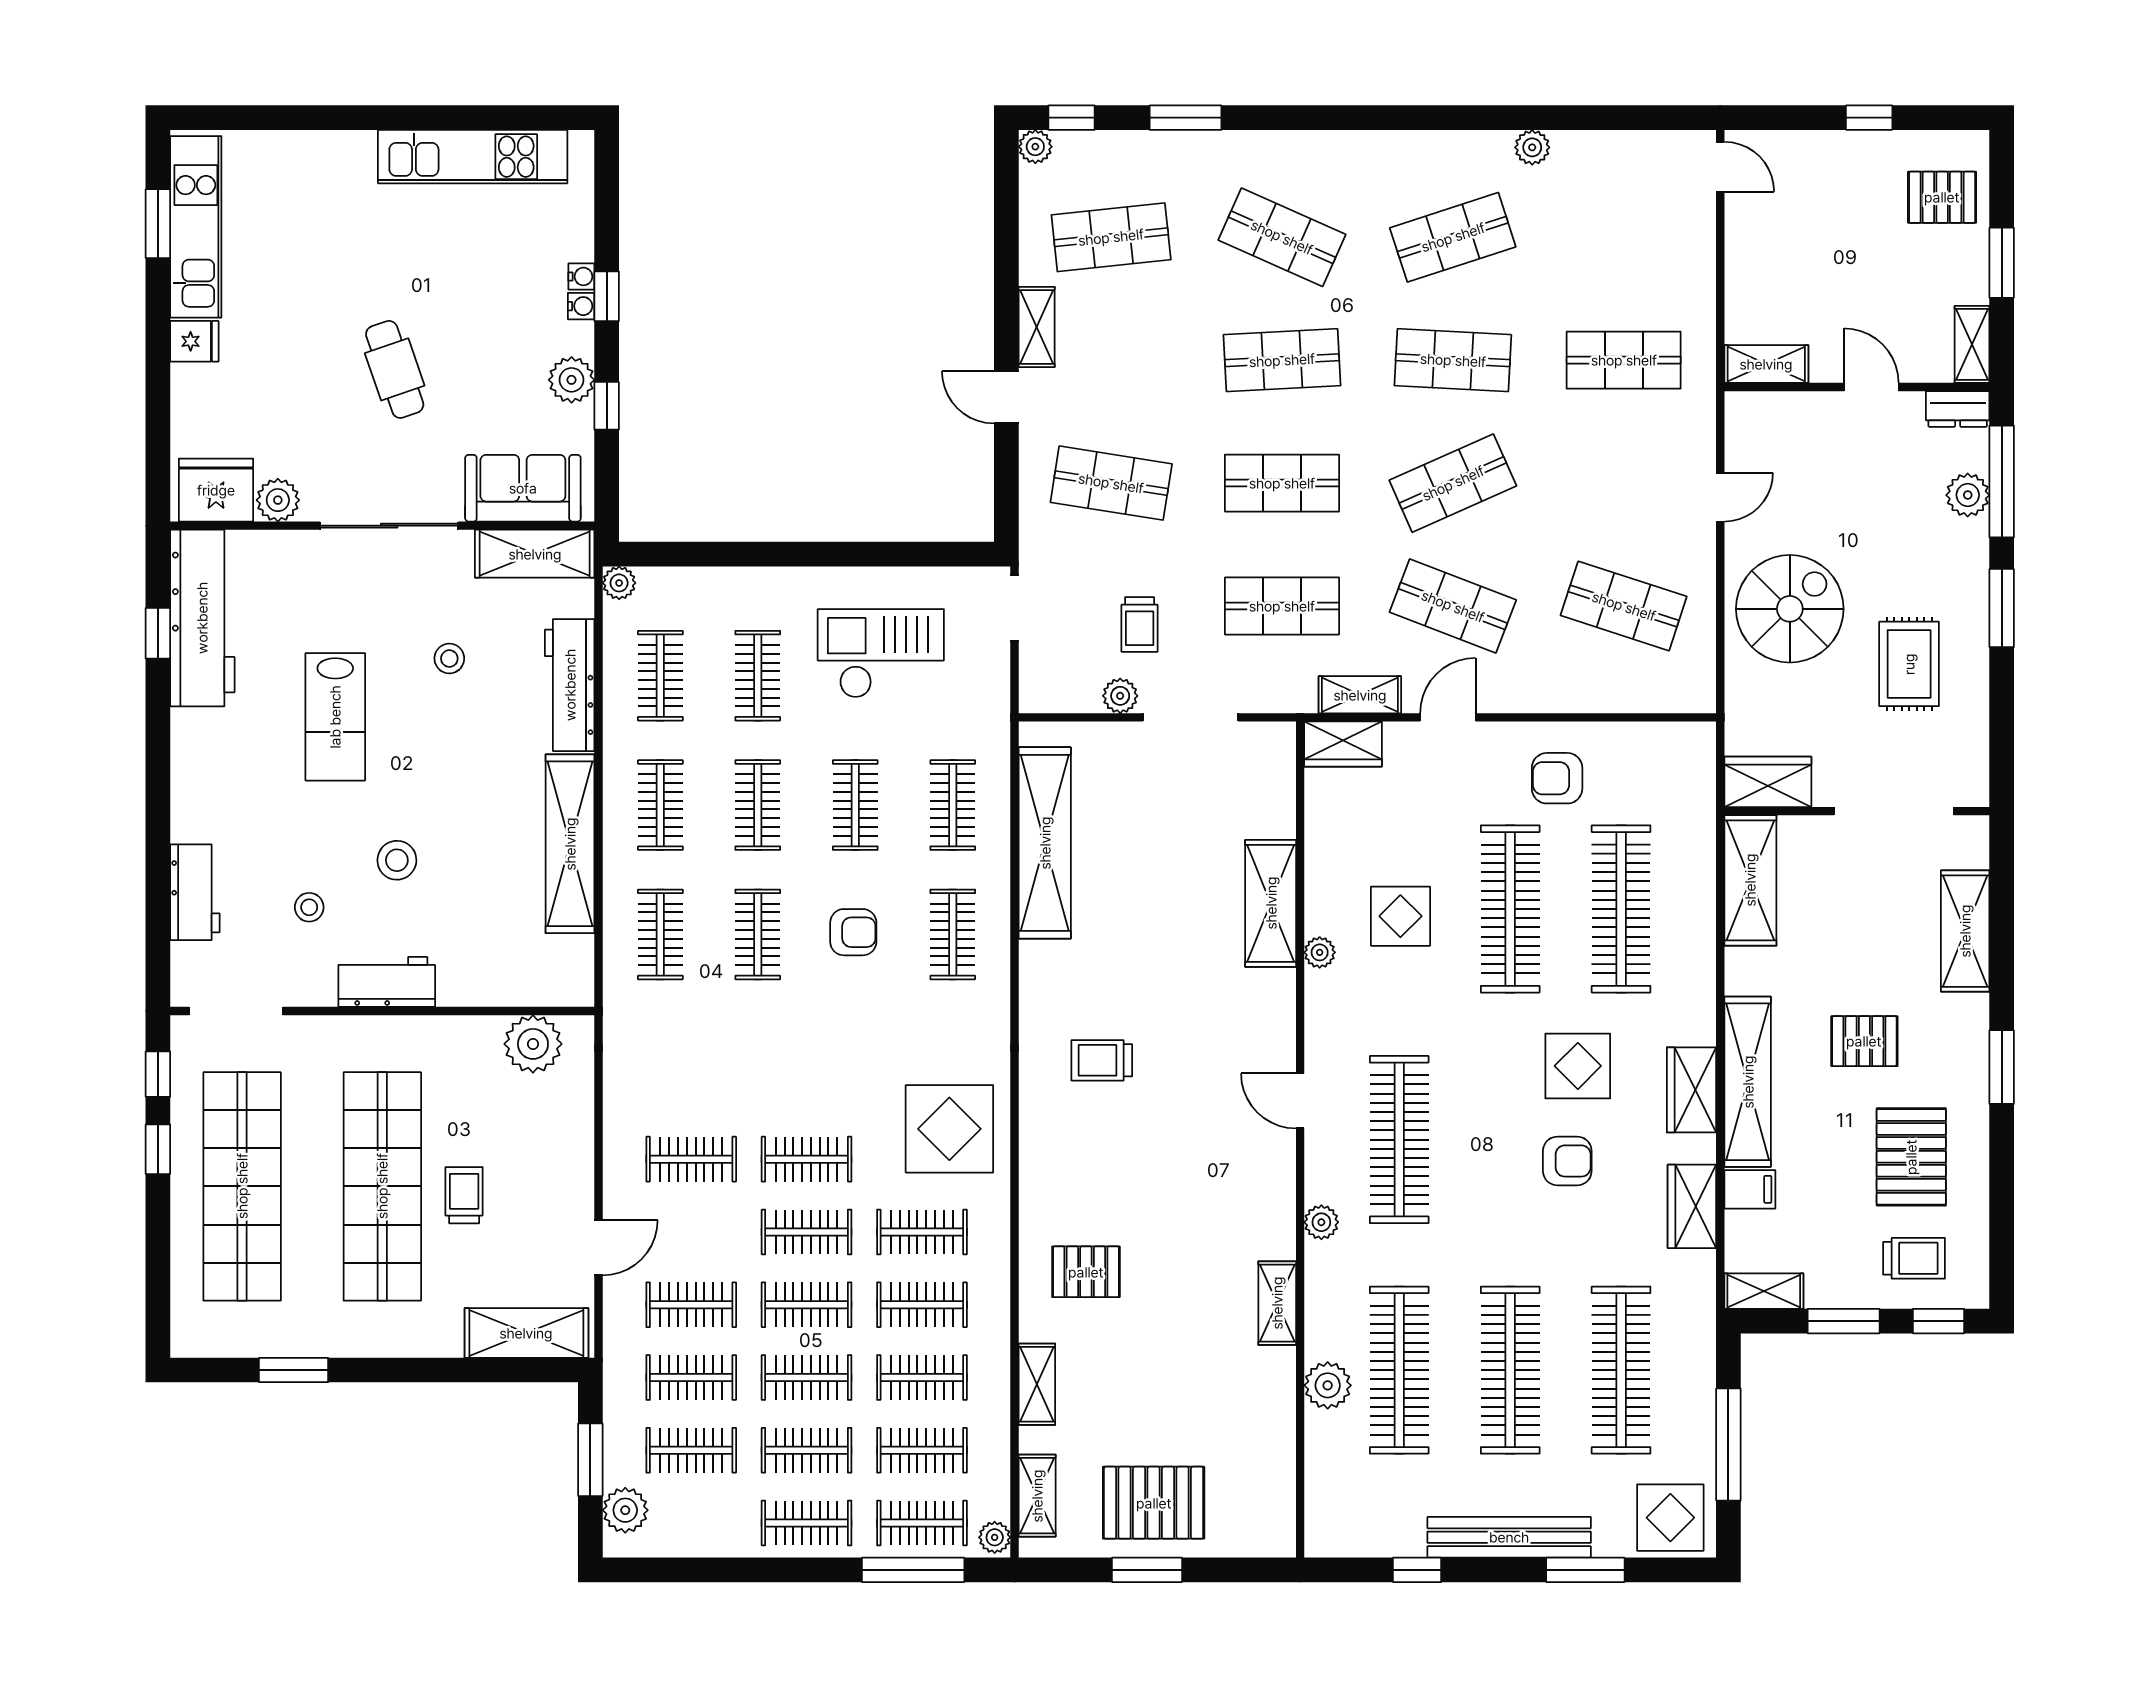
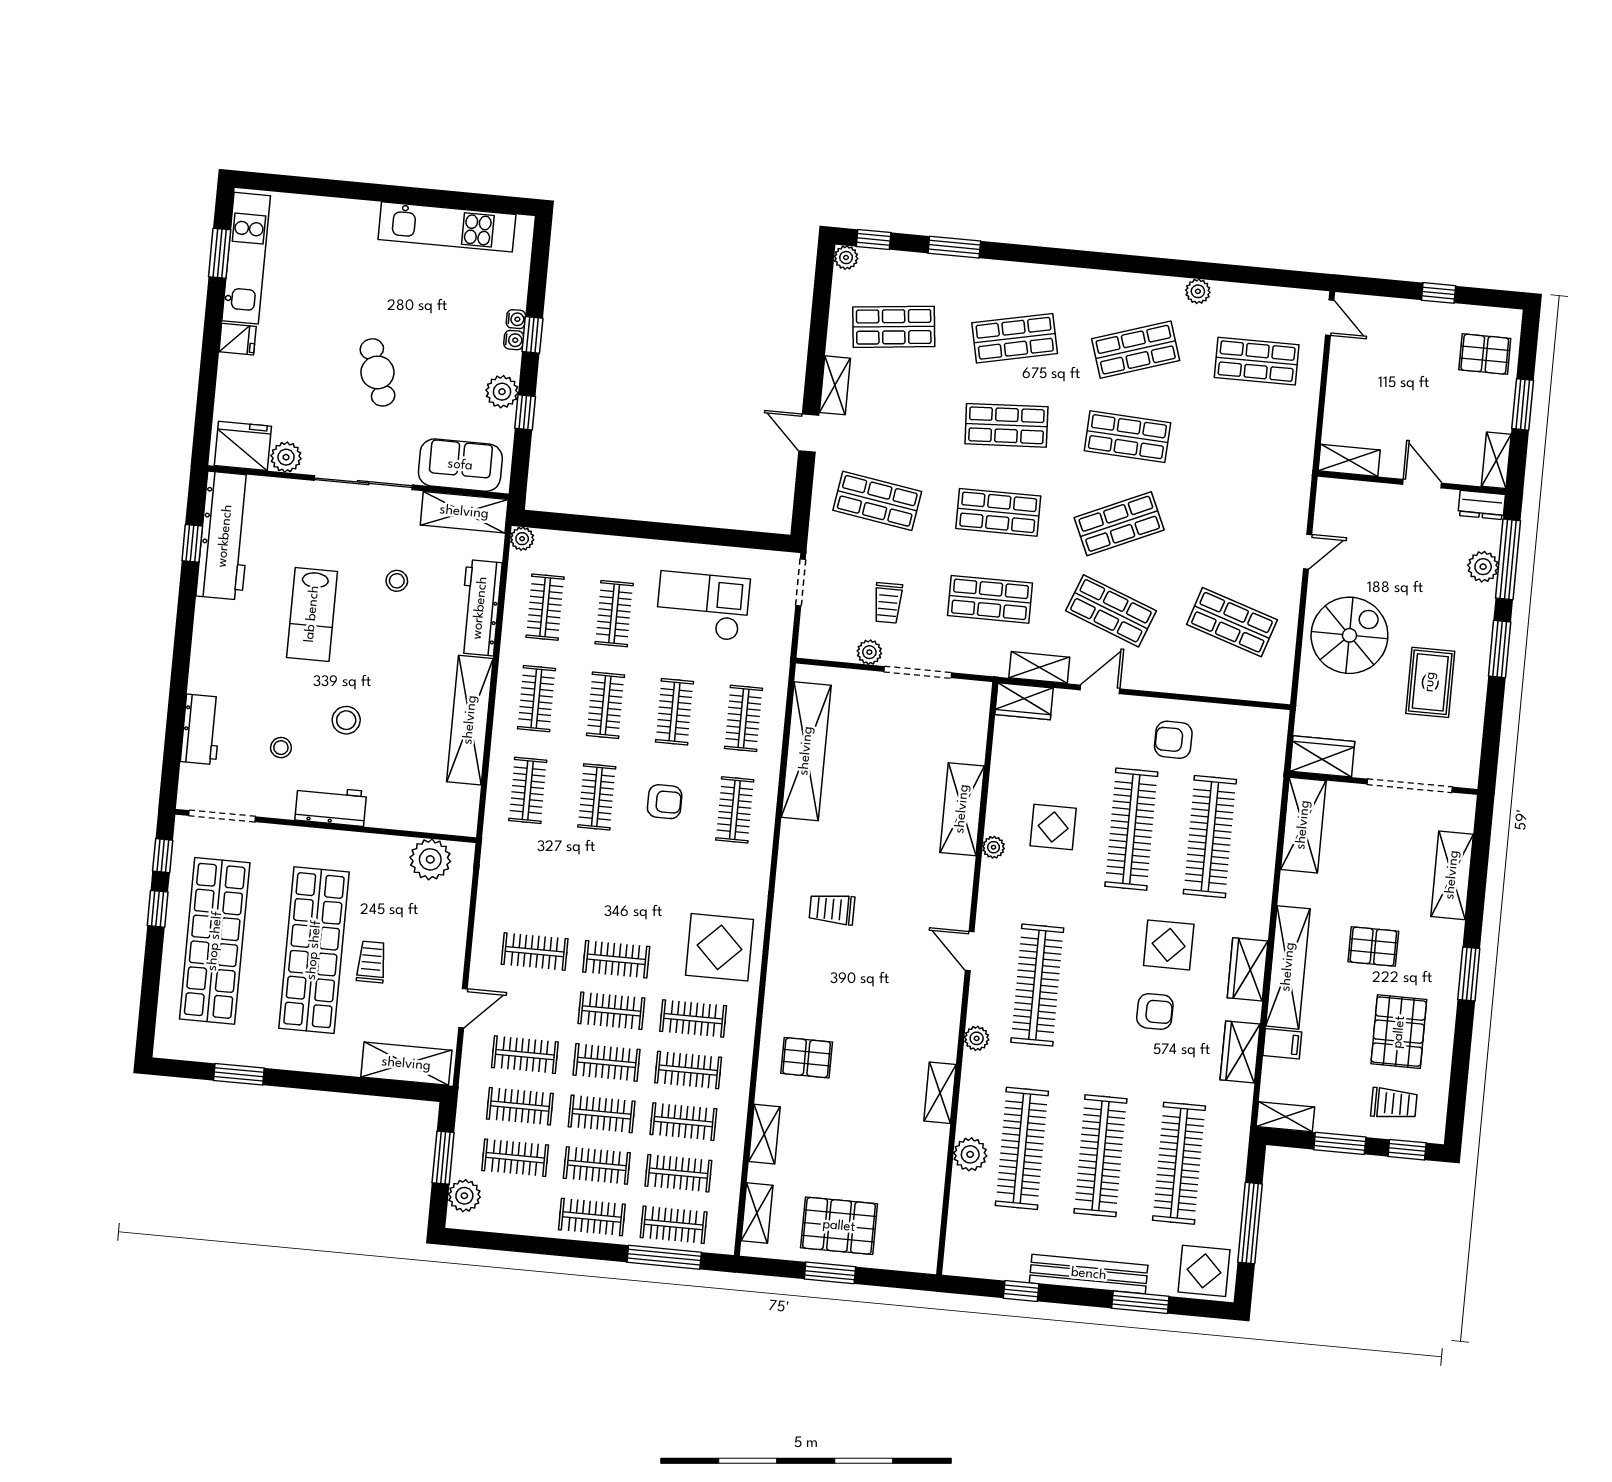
shop shelf: (1282, 237) -> (1015, 338), turned -36
shop shelf: (1624, 360) -> (1257, 361), moved
plant: (995, 1537) -> (724, 1240), removed

